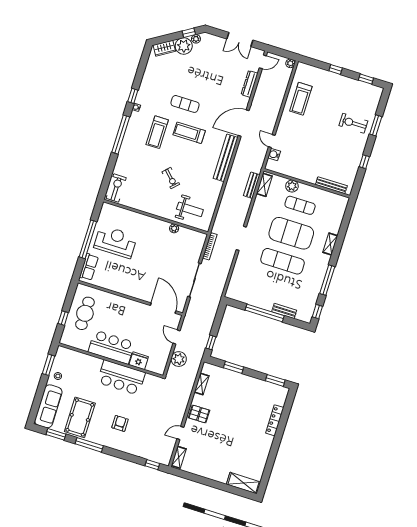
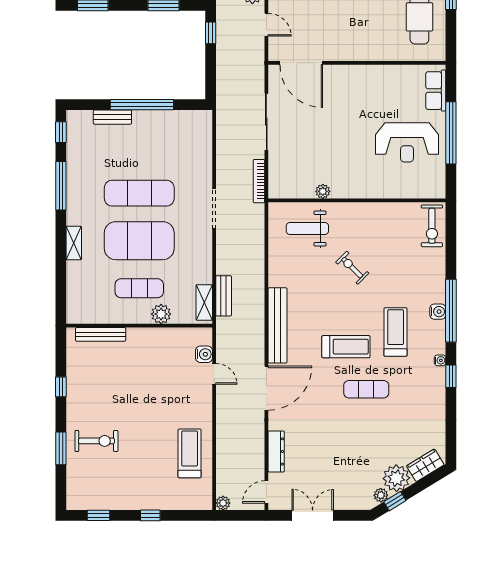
water cooler: (129, 136) -> (438, 312), added

